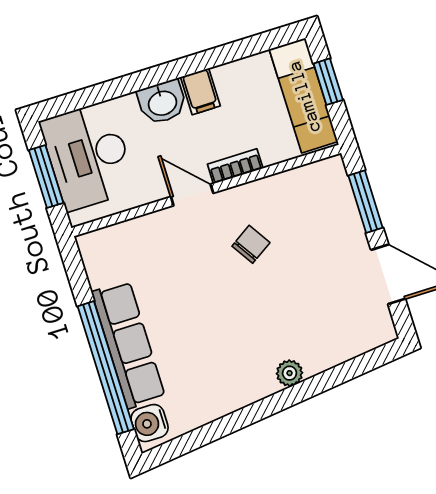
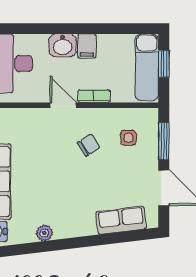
side table: (309, 214) -> (128, 138), added
row of seats: (338, 345) -> (121, 220), added
plant: (290, 373) -> (44, 233), moved

